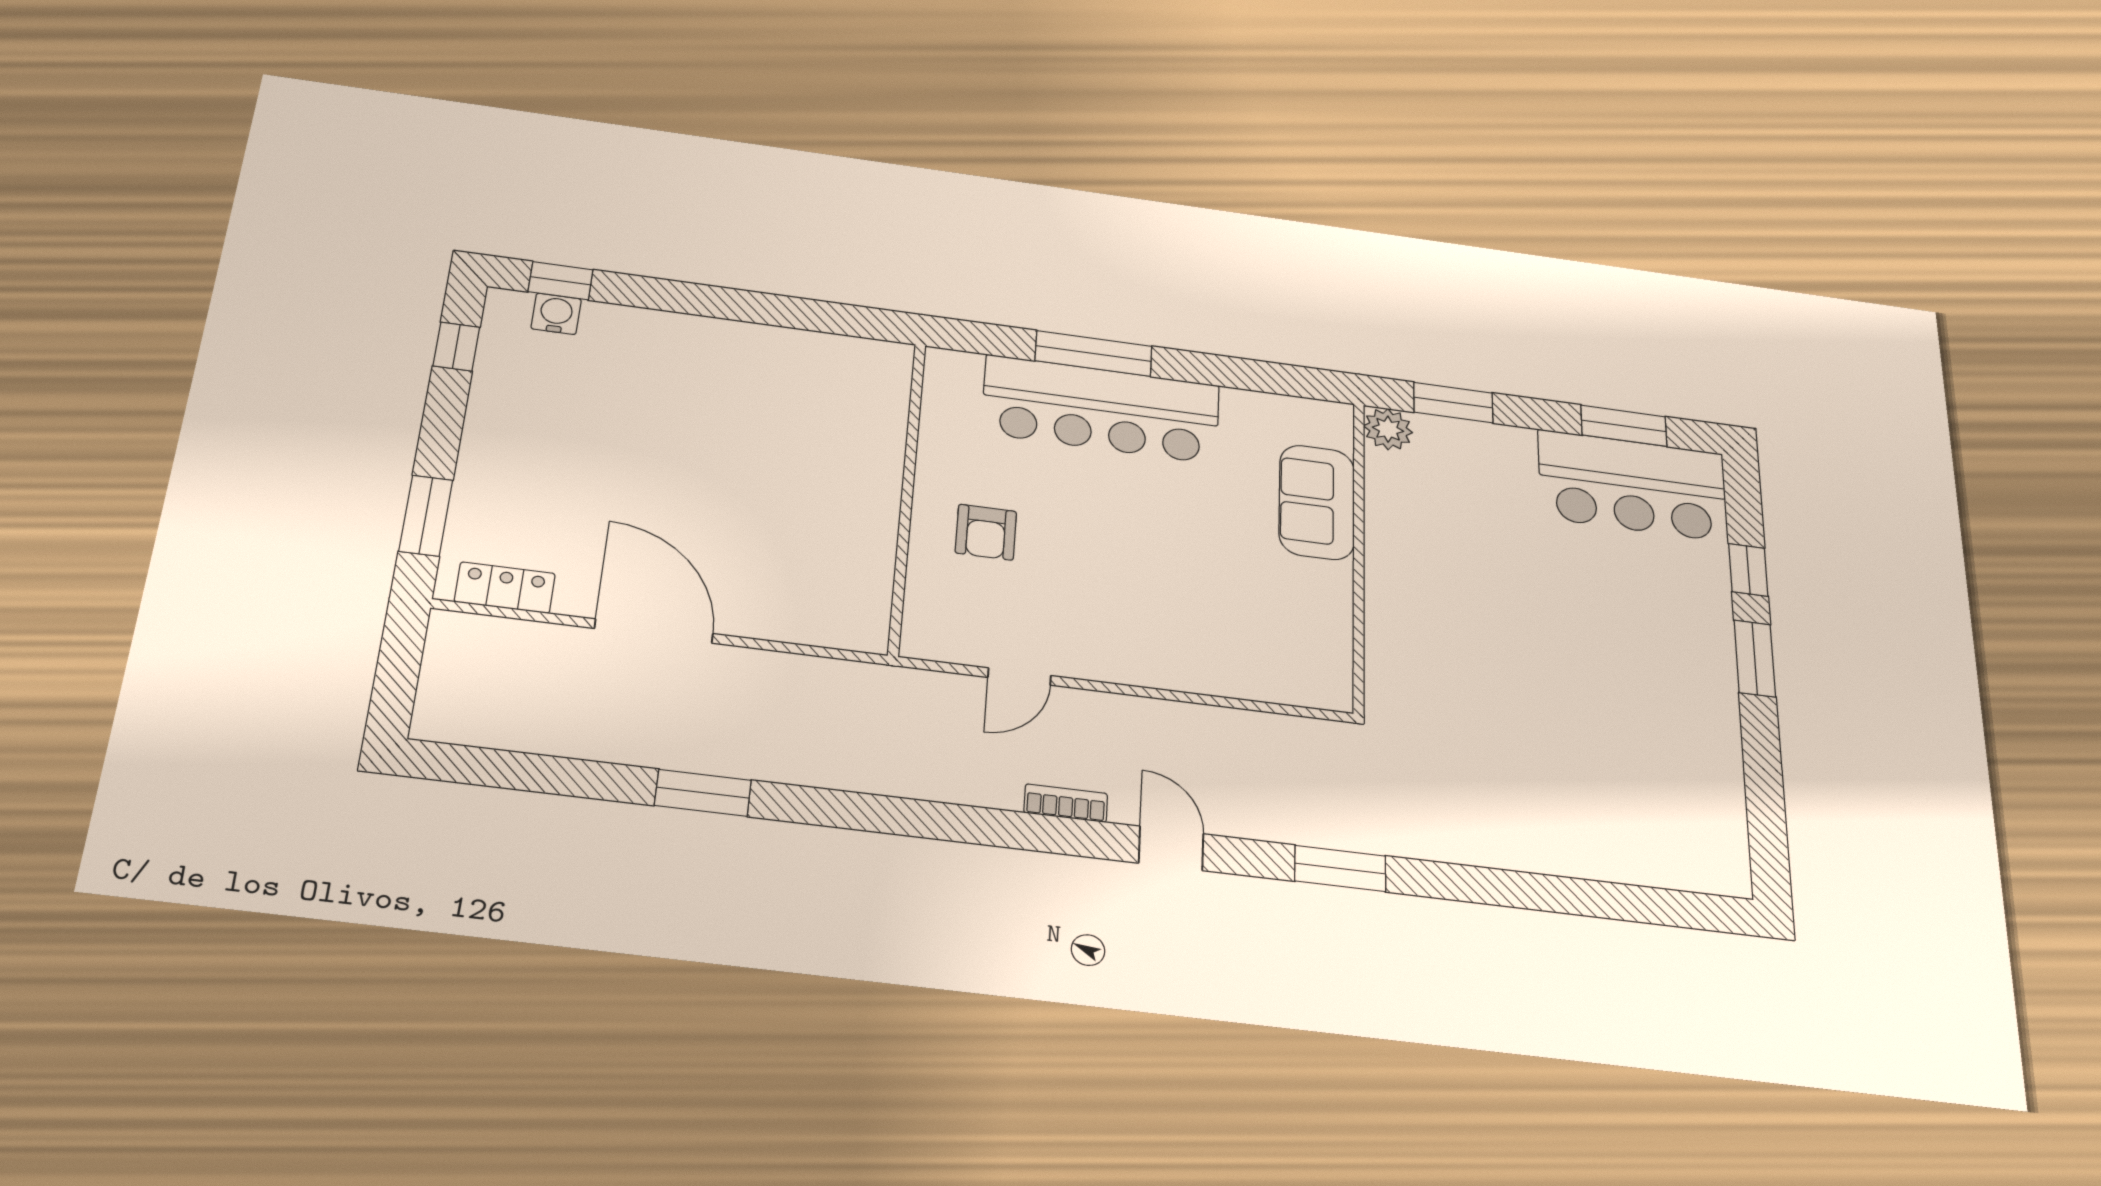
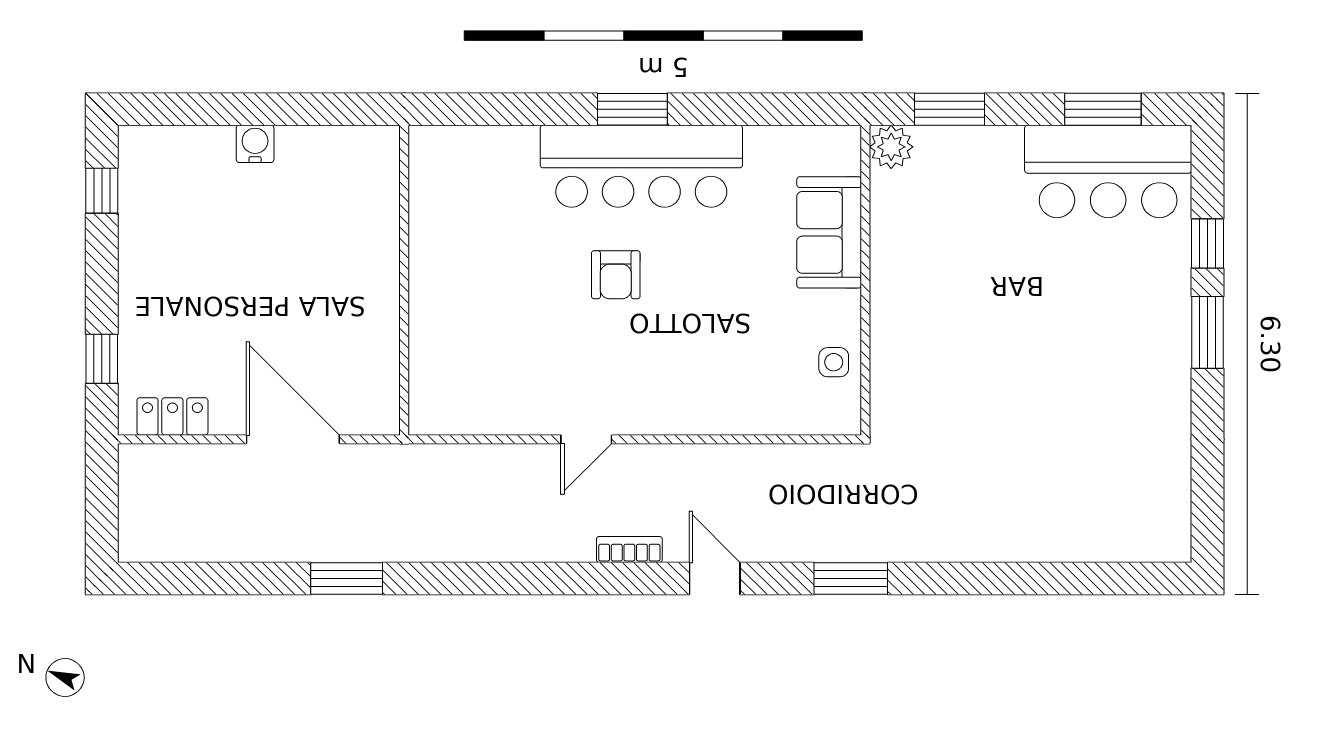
window: (561, 281) -> (177, 109), removed
water cooler: (556, 314) -> (255, 144), moved
window: (1094, 353) -> (632, 109), width x0.69
wall: (907, 496) -> (404, 280), moved
window: (426, 516) -> (102, 359), width x0.67
armchair: (986, 532) -> (616, 275), moved
side table: (1321, 633) -> (834, 362), added

